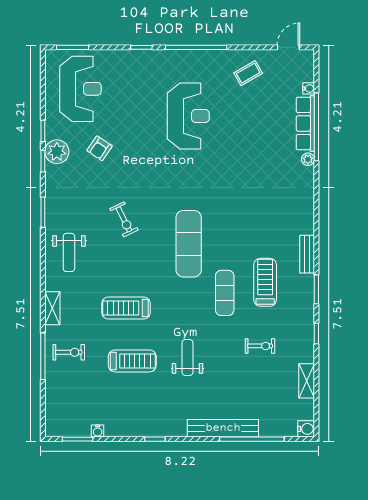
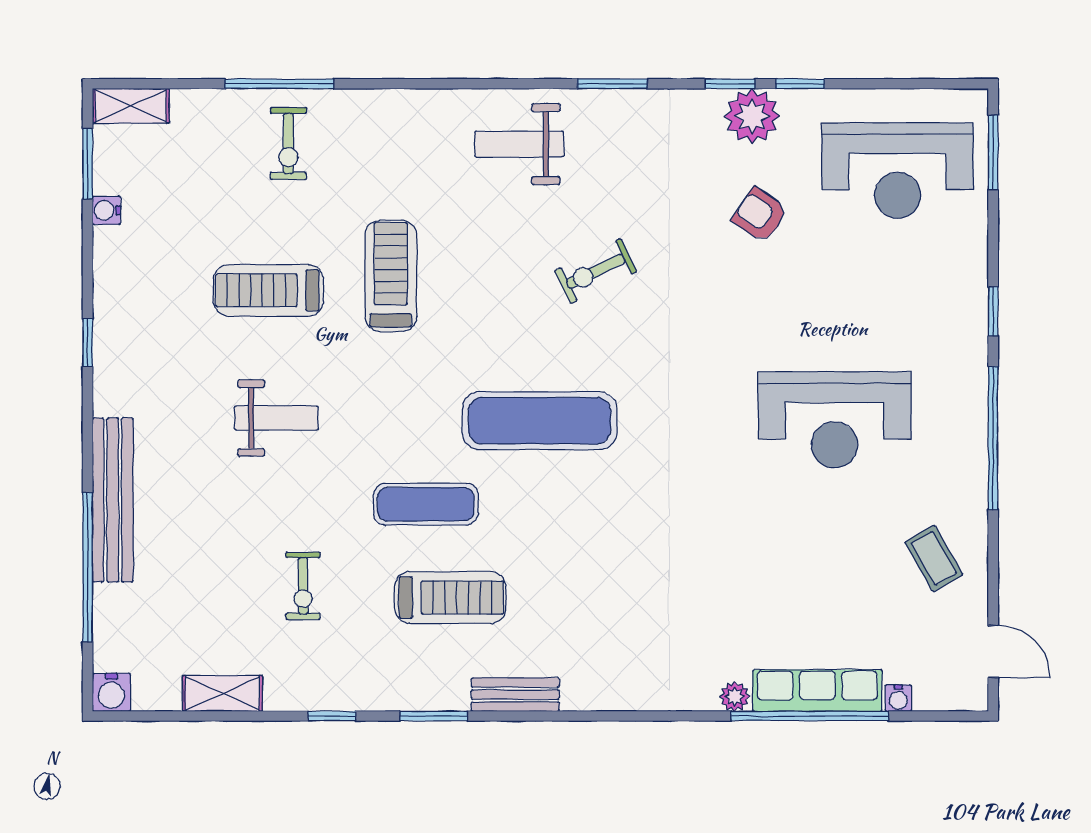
shelving: (52, 308) -> (131, 106), moved
treadmill: (132, 361) -> (268, 290), turned 90

